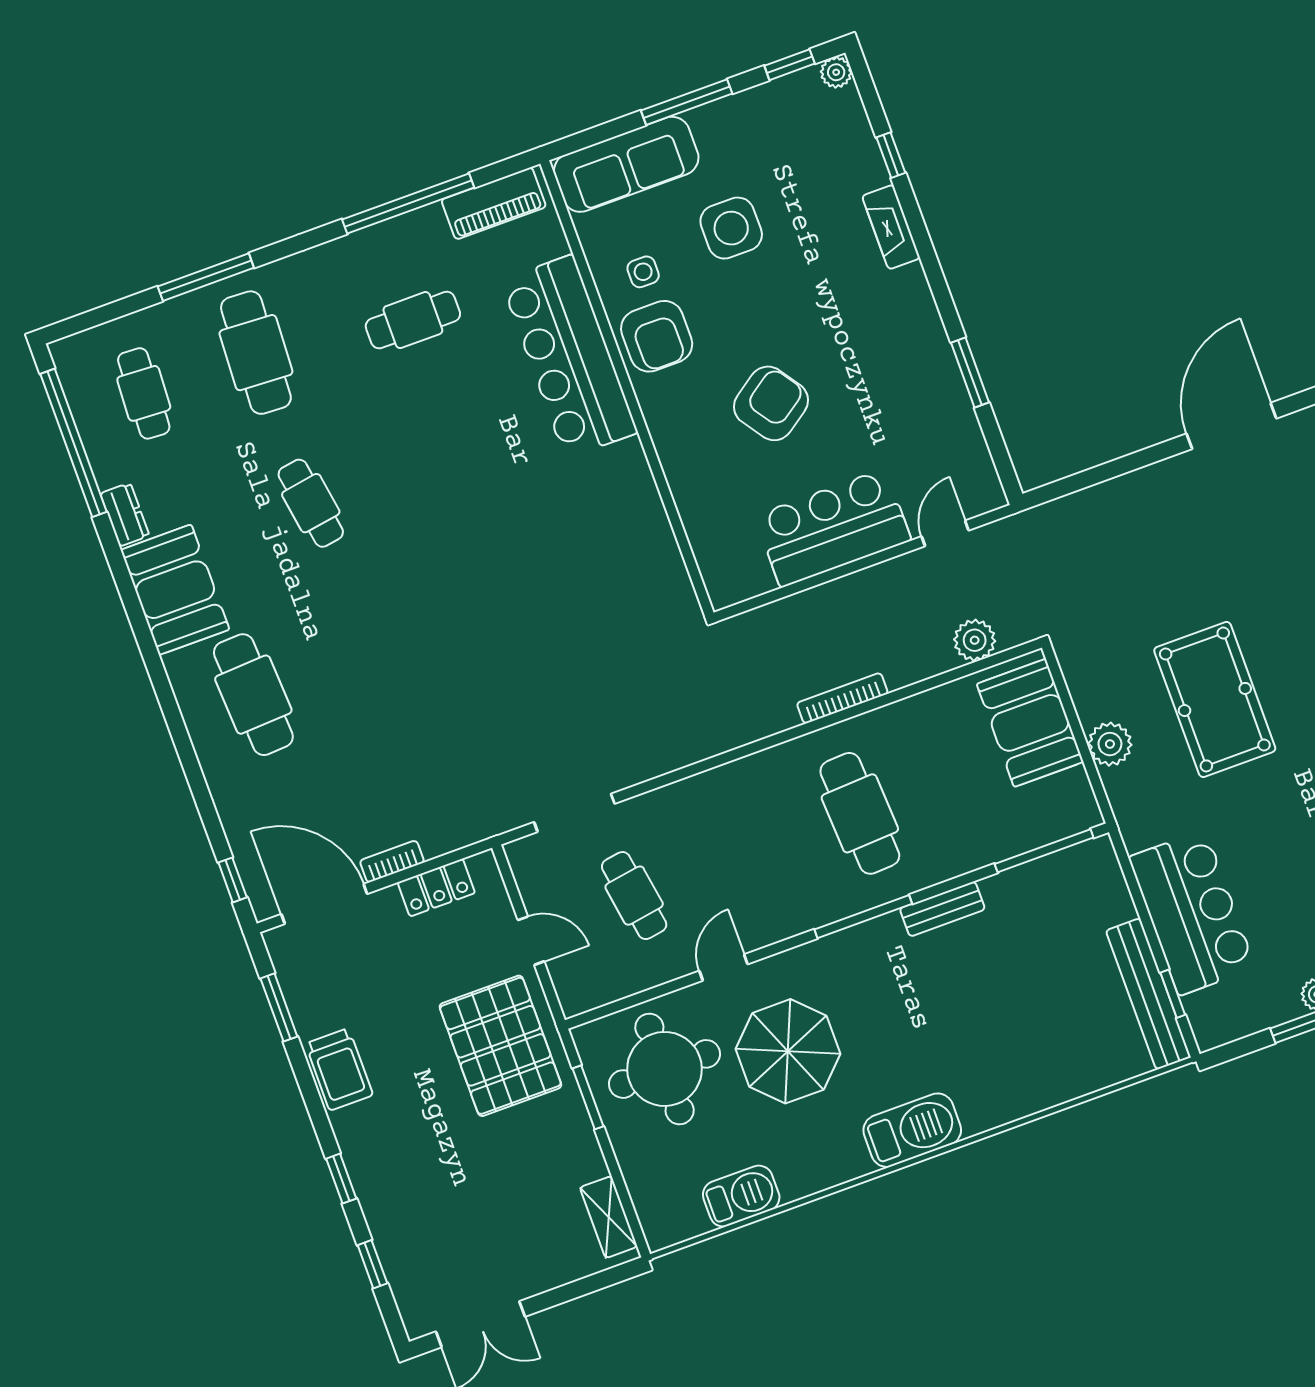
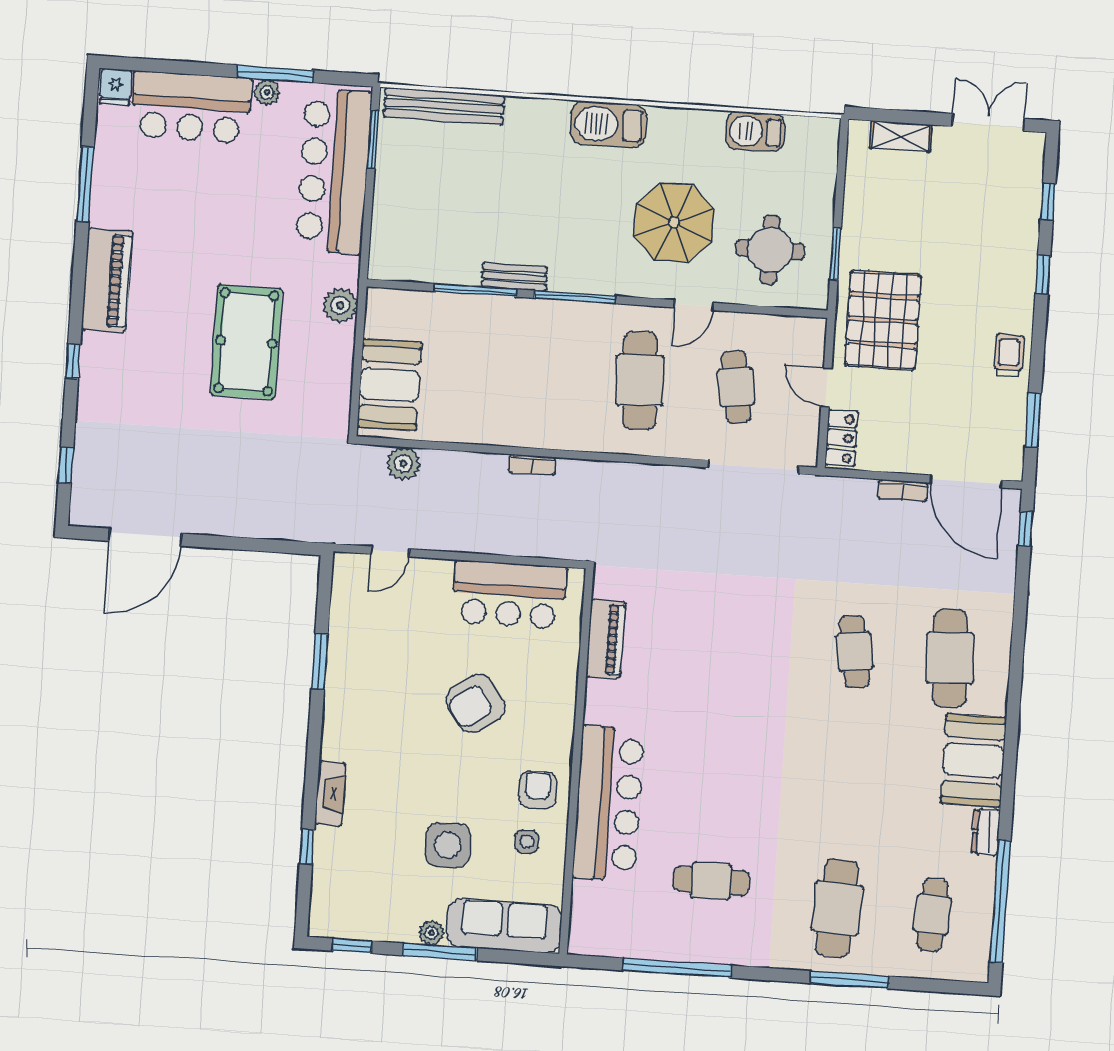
plant: (836, 72) -> (432, 933), moved
piano: (494, 203) -> (606, 639), moved, turned 90
armchair: (657, 336) -> (538, 790), width x0.72, depth x0.72
cafe table: (311, 503) -> (854, 652), moved
bar counter: (833, 528) -> (509, 595), moved
bookcase: (842, 698) -> (532, 465), width x0.64
plant: (1110, 744) -> (340, 306), moved
doorway: (574, 813) -> (753, 467), width x1.36
cafe table: (860, 813) -> (640, 380), moved
window: (1044, 851) -> (475, 290), moved
locker: (436, 888) -> (841, 438), moved, turned 90
bar counter: (1192, 913) -> (334, 171), width x1.36
bench: (1148, 994) -> (444, 106), moved, turned 90
window: (1173, 994) -> (373, 140), width x1.50
trolley: (339, 1069) -> (1009, 355), width x0.73, depth x0.72
round table: (664, 1069) -> (770, 250), width x0.73, depth x0.73
shelving: (609, 1217) -> (901, 136), moved, turned 90

